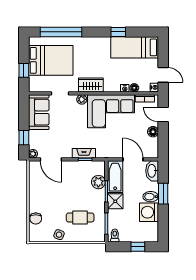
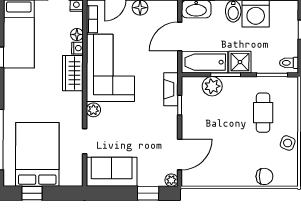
window: (24, 70) -> (32, 193), moved
wardrobe: (91, 85) -> (73, 73), moved
fireplace: (84, 153) -> (171, 89), moved

